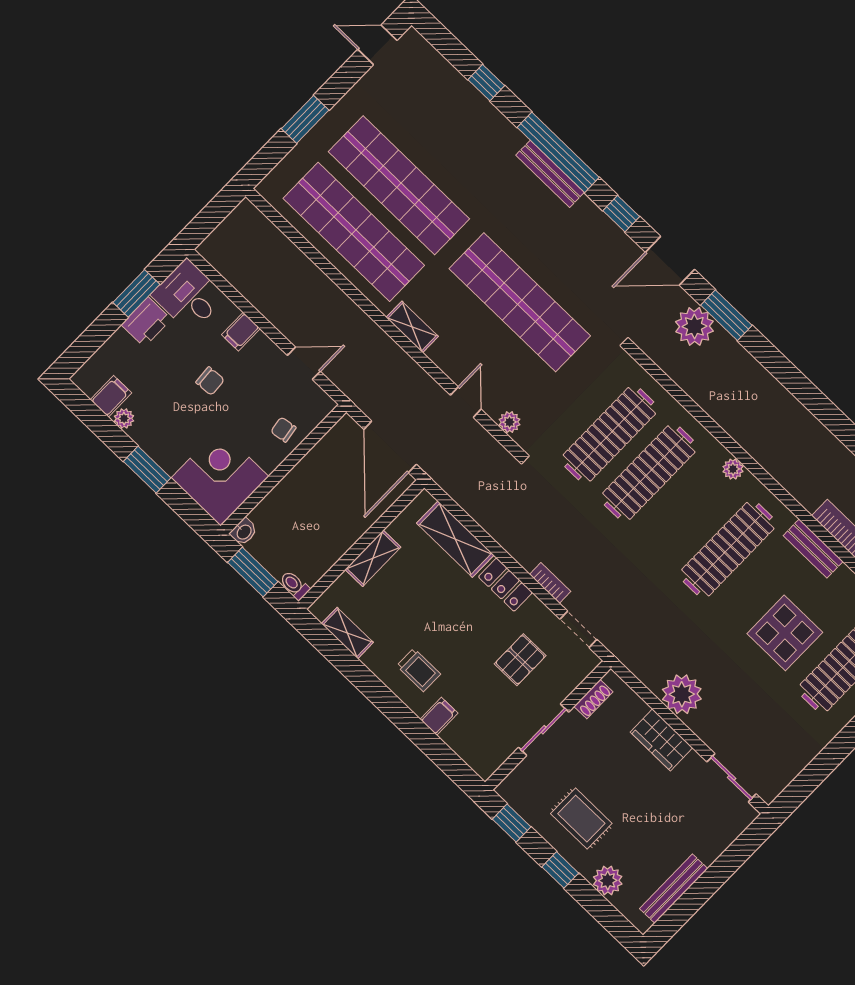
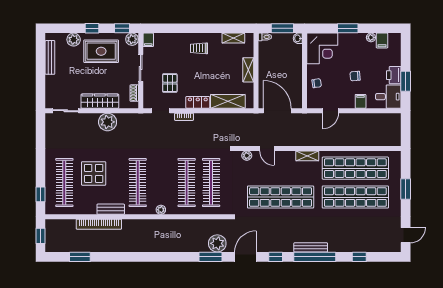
filing cabinet: (439, 716) -> (148, 40), moved
wardrobe: (662, 740) -> (100, 101), width x1.50
plant: (513, 790) -> (132, 39), added
rug: (581, 819) -> (101, 51), width x1.36, depth x1.43

